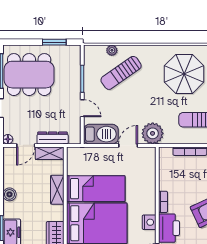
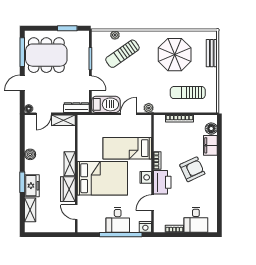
plant: (153, 133) -> (149, 108), width x0.53, depth x0.53
dresser: (53, 138) -> (76, 108), moved
bed: (96, 189) -> (127, 148), moved, turned 180
shelving: (57, 190) -> (70, 164), moved

